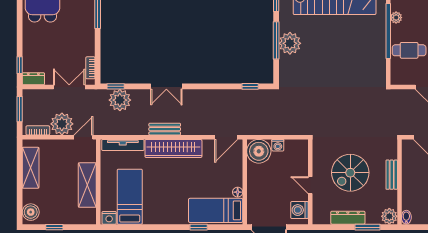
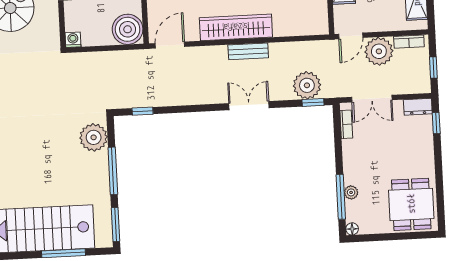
plant: (89, 14) -> (351, 192), added
plant: (290, 43) -> (94, 137), moved
window: (20, 109) -> (433, 67), width x0.67
tv unit: (123, 145) -> (300, 29), removed
washing machine: (278, 145) -> (73, 40), moved

